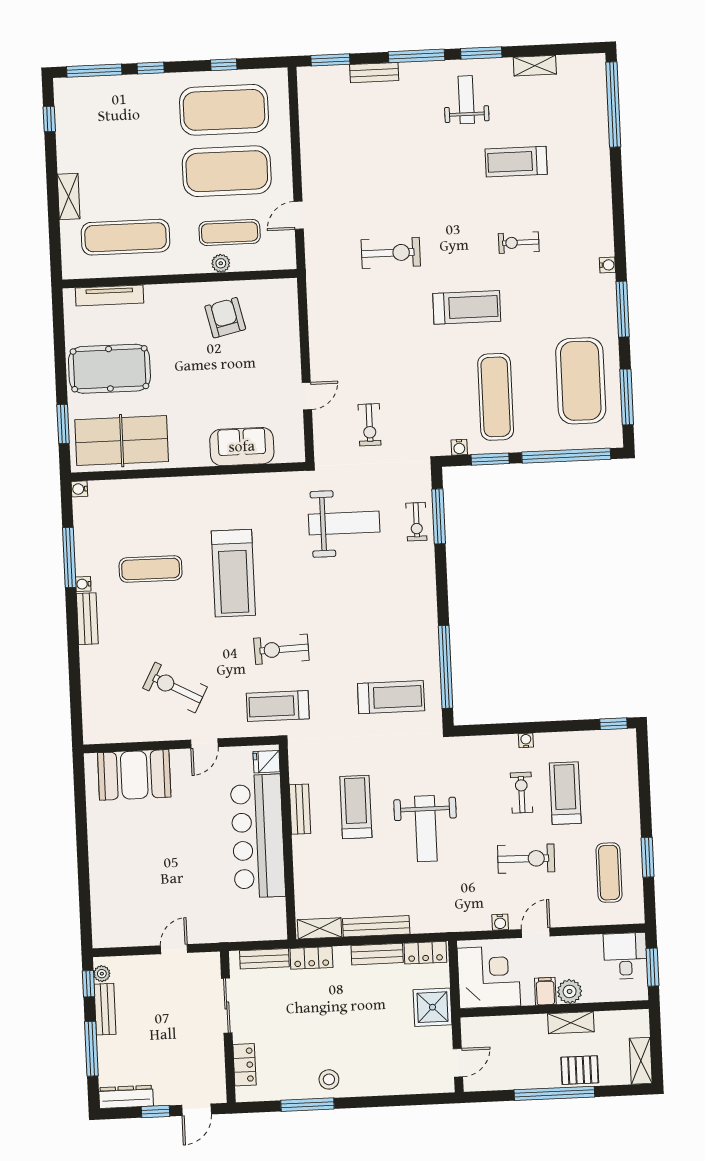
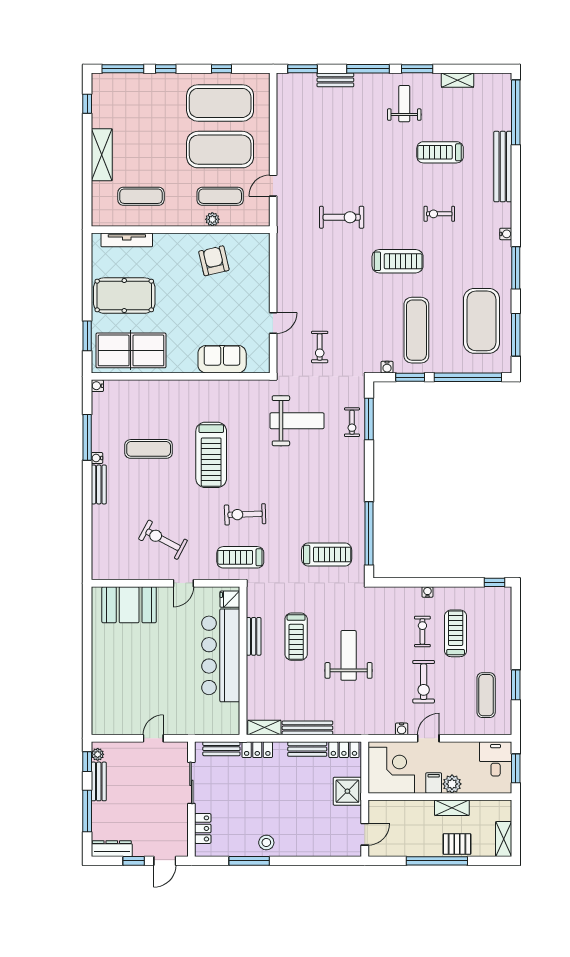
bench: (599, 177) -> (503, 167), added
shelving: (69, 197) -> (102, 155), width x1.50, depth x1.33
exercise mat: (126, 237) -> (141, 196), width x0.73, depth x0.69
treadmill: (356, 807) -> (296, 637), turned 180
weight bench: (426, 829) -> (349, 655), turned 180
exercise bike: (526, 859) -> (424, 682), turned 89

